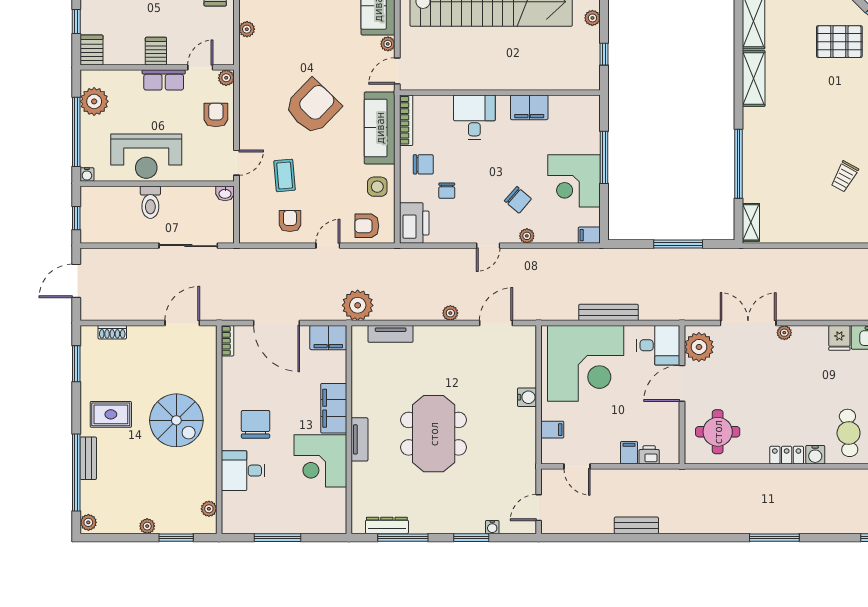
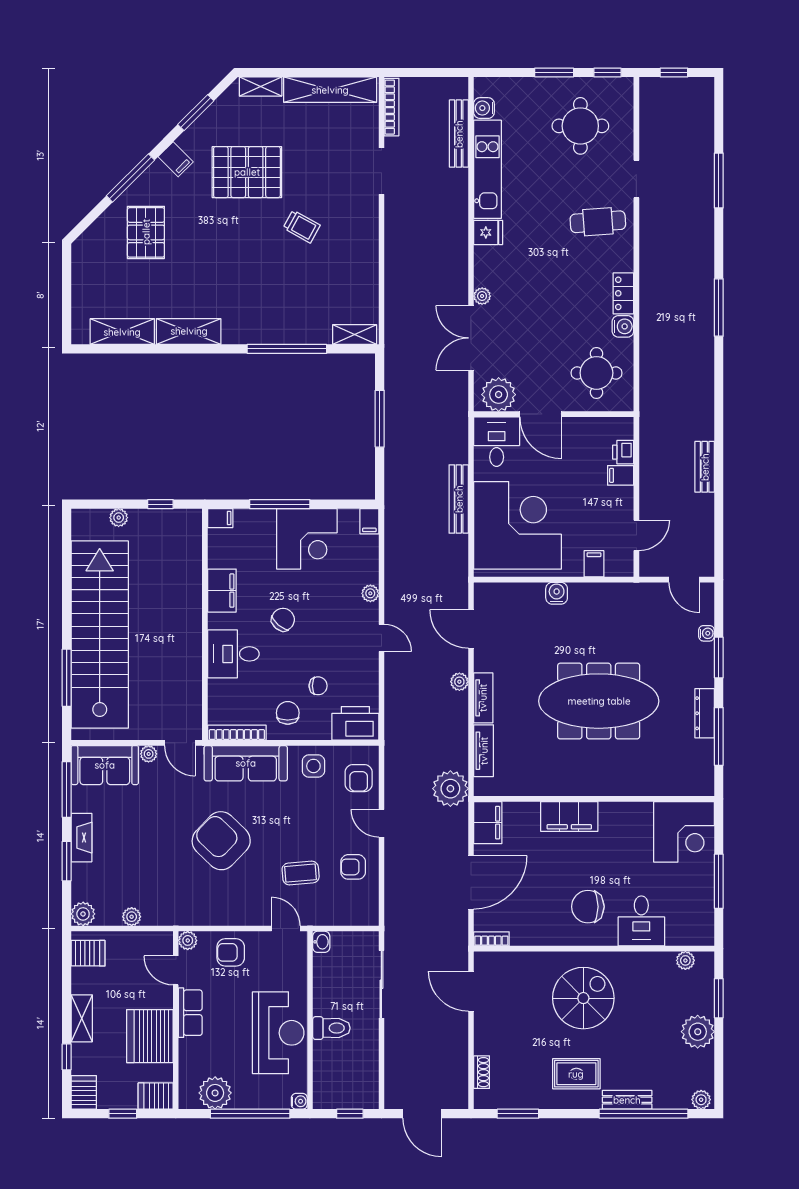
server rack: (156, 51) -> (150, 1036), width x2.18, depth x1.44
filing cabinet: (592, 106) -> (220, 518), added
chair: (518, 200) -> (283, 620), moved
rug: (111, 414) -> (576, 1074), turned 90
meeting table: (434, 434) -> (599, 701), width x1.36
tv unit: (359, 439) -> (483, 698), moved, turned 90
water cooler: (815, 455) -> (623, 326), moved
corner desk: (320, 461) -> (684, 832), moved
dresser: (387, 525) -> (705, 713), moved
plant: (147, 526) -> (698, 1032), width x1.88, depth x1.88

